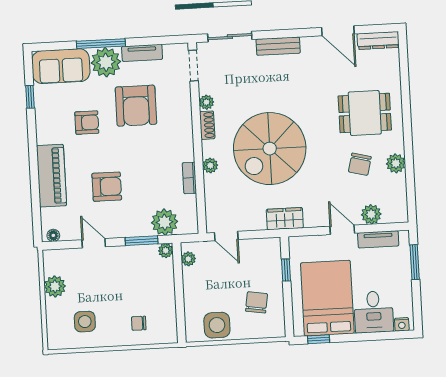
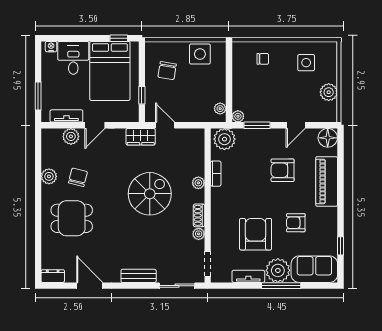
dresser: (378, 40) -> (53, 276), width x0.70
spiral stairs: (270, 149) -> (150, 194), width x0.73, depth x0.73
plant: (165, 222) -> (224, 139), moved
door: (342, 230) -> (95, 125), hinge flipped
floor lamp: (53, 235) -> (328, 138), width x1.89, depth x1.89
door: (226, 236) -> (165, 125), moved
door: (94, 243) -> (296, 125), hinge flipped

